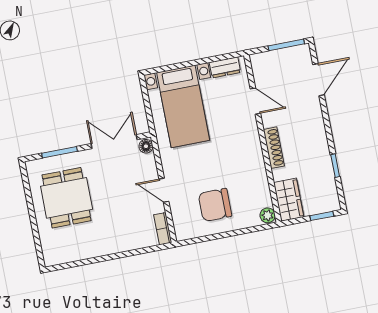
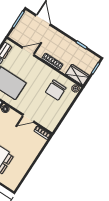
chair: (215, 205) -> (56, 90), moved

